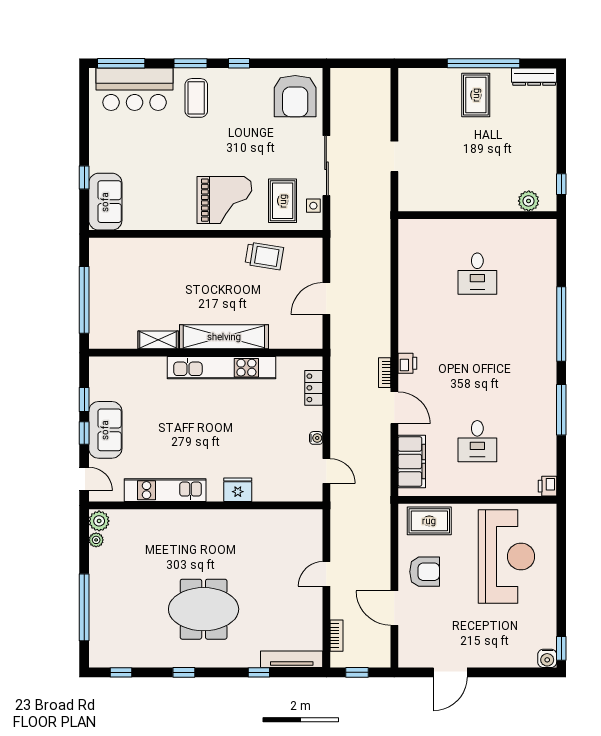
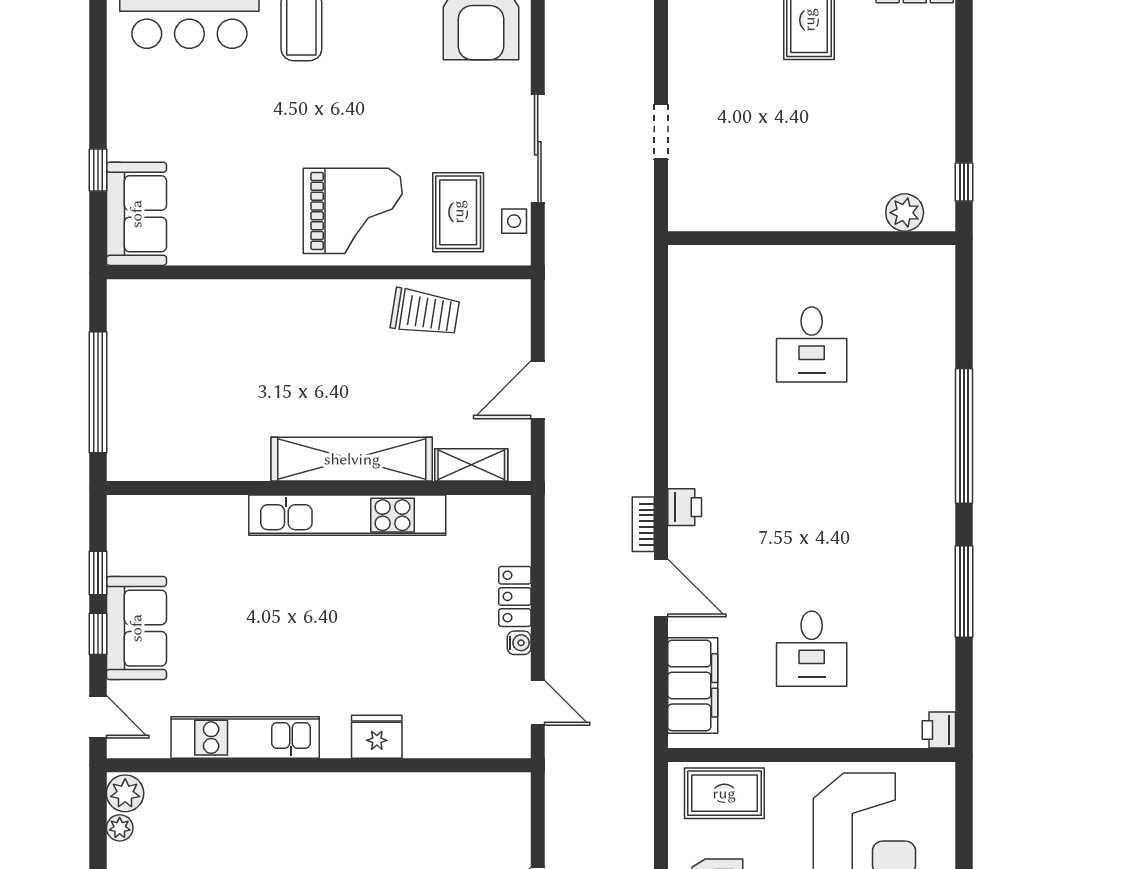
shelving: (158, 340) -> (471, 465), moved
locker: (314, 388) -> (515, 596), moved

